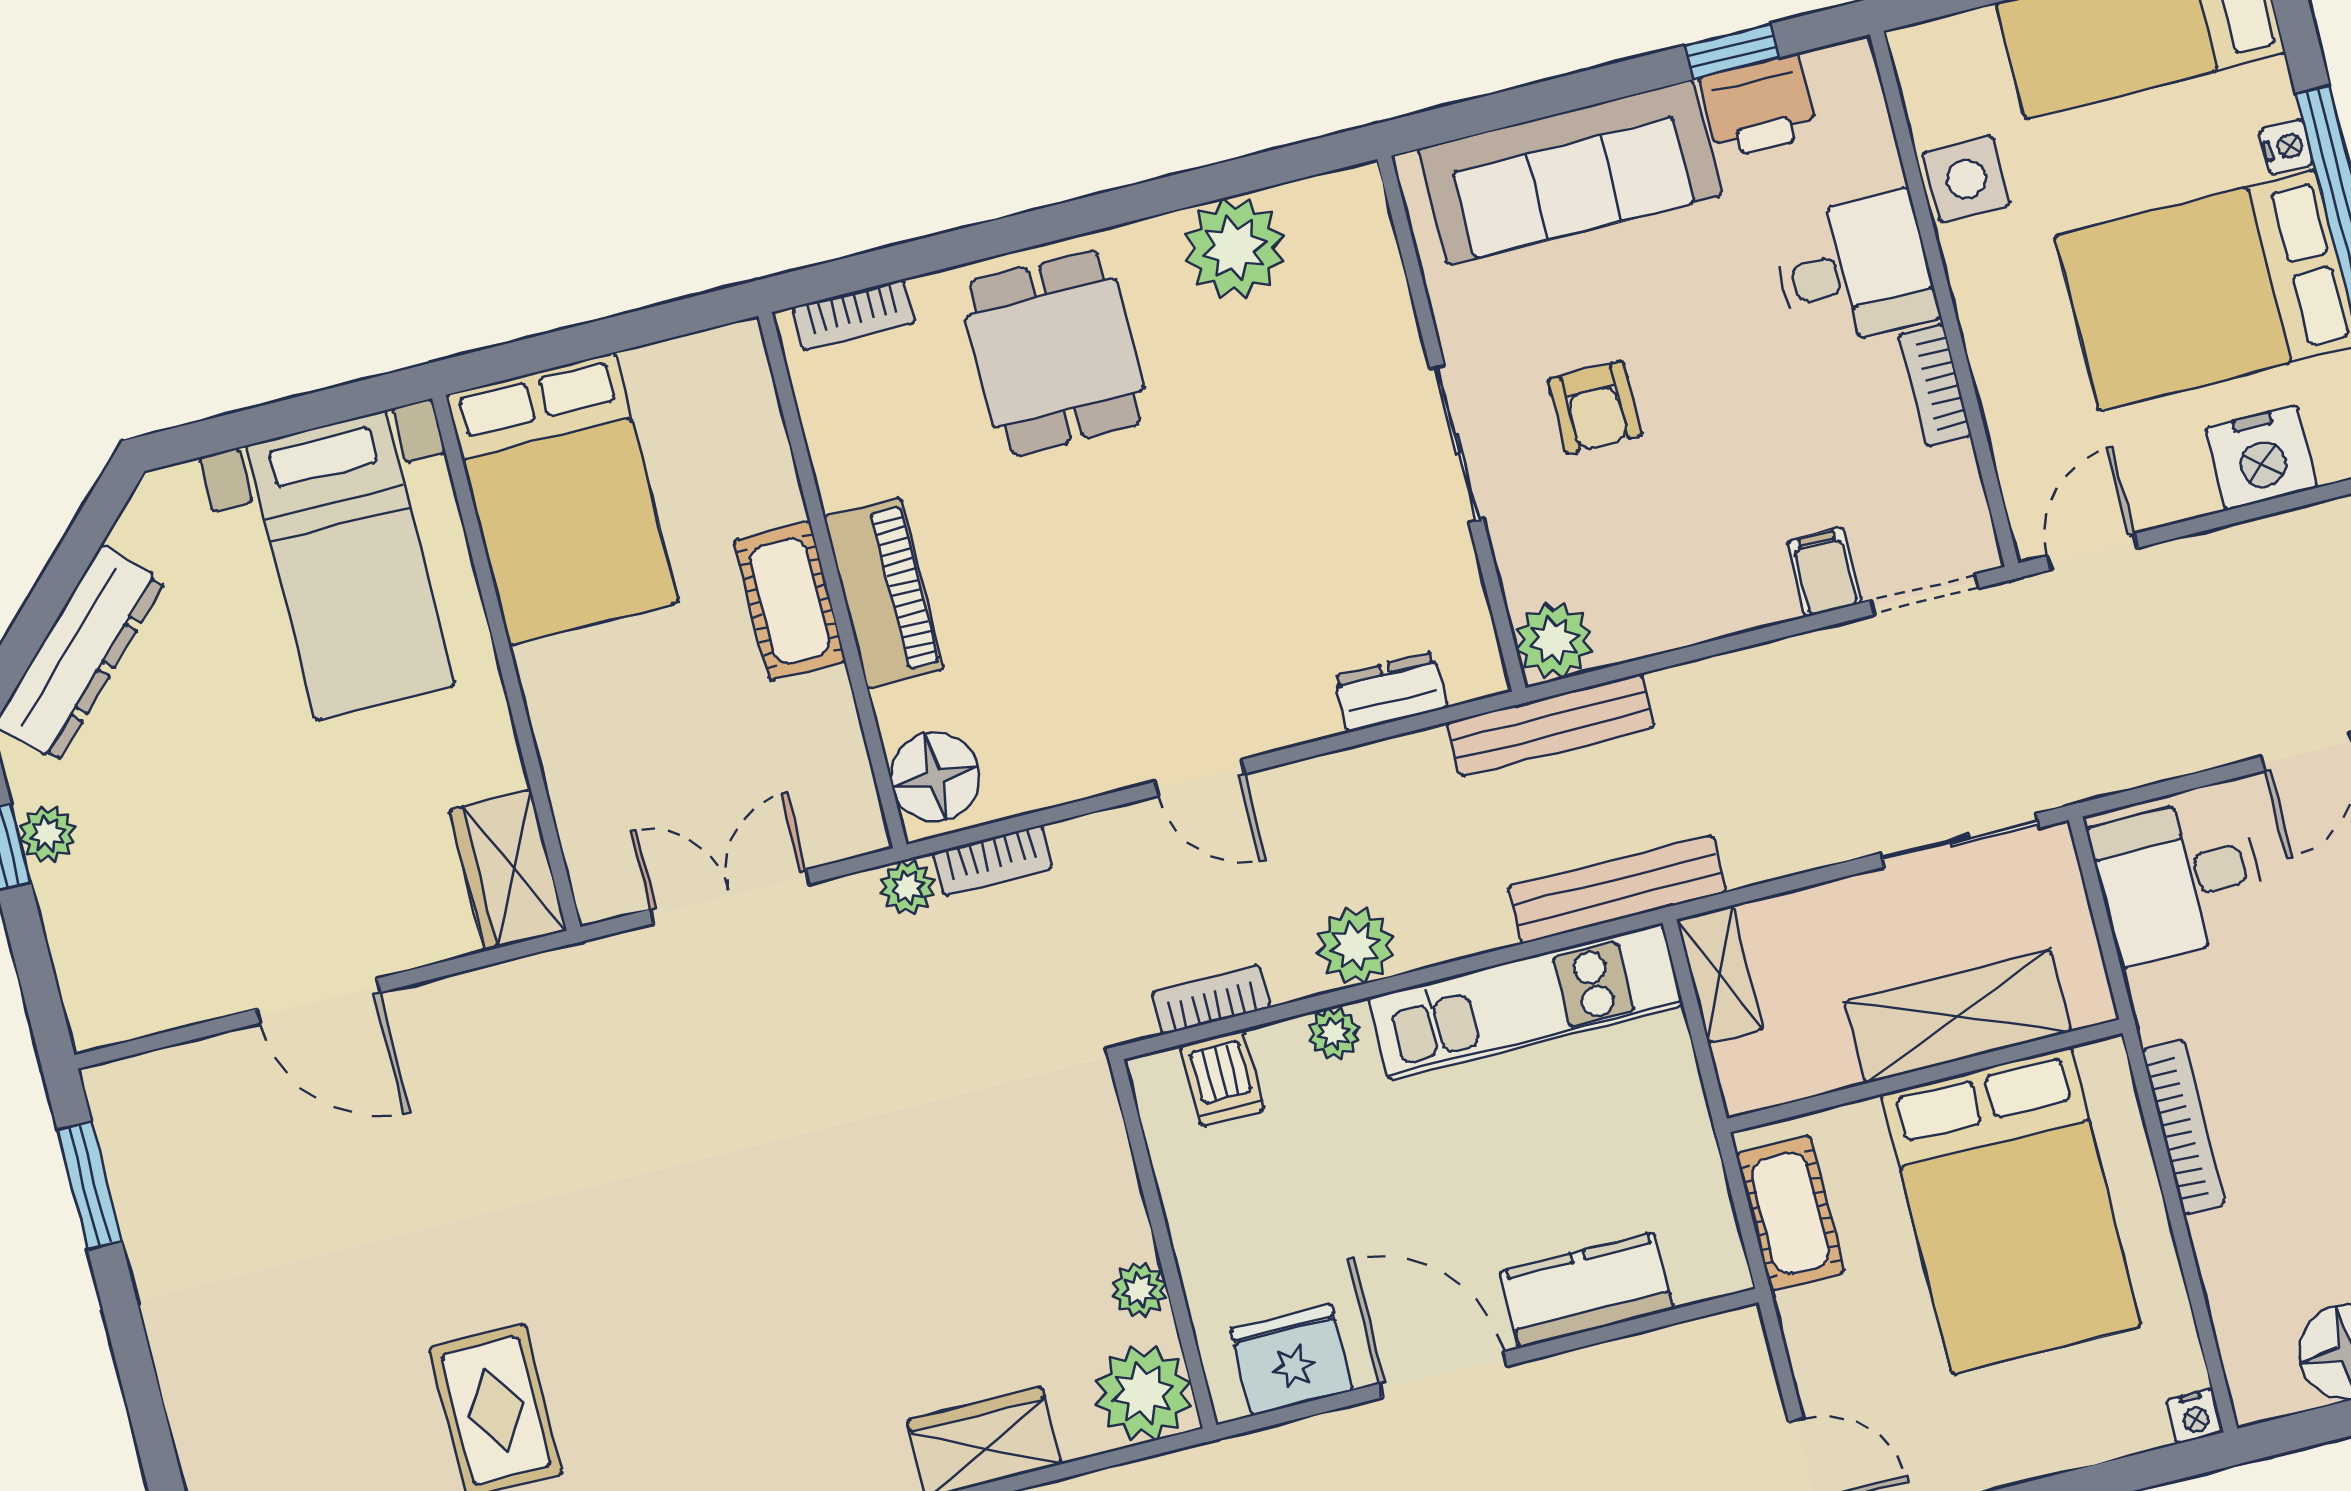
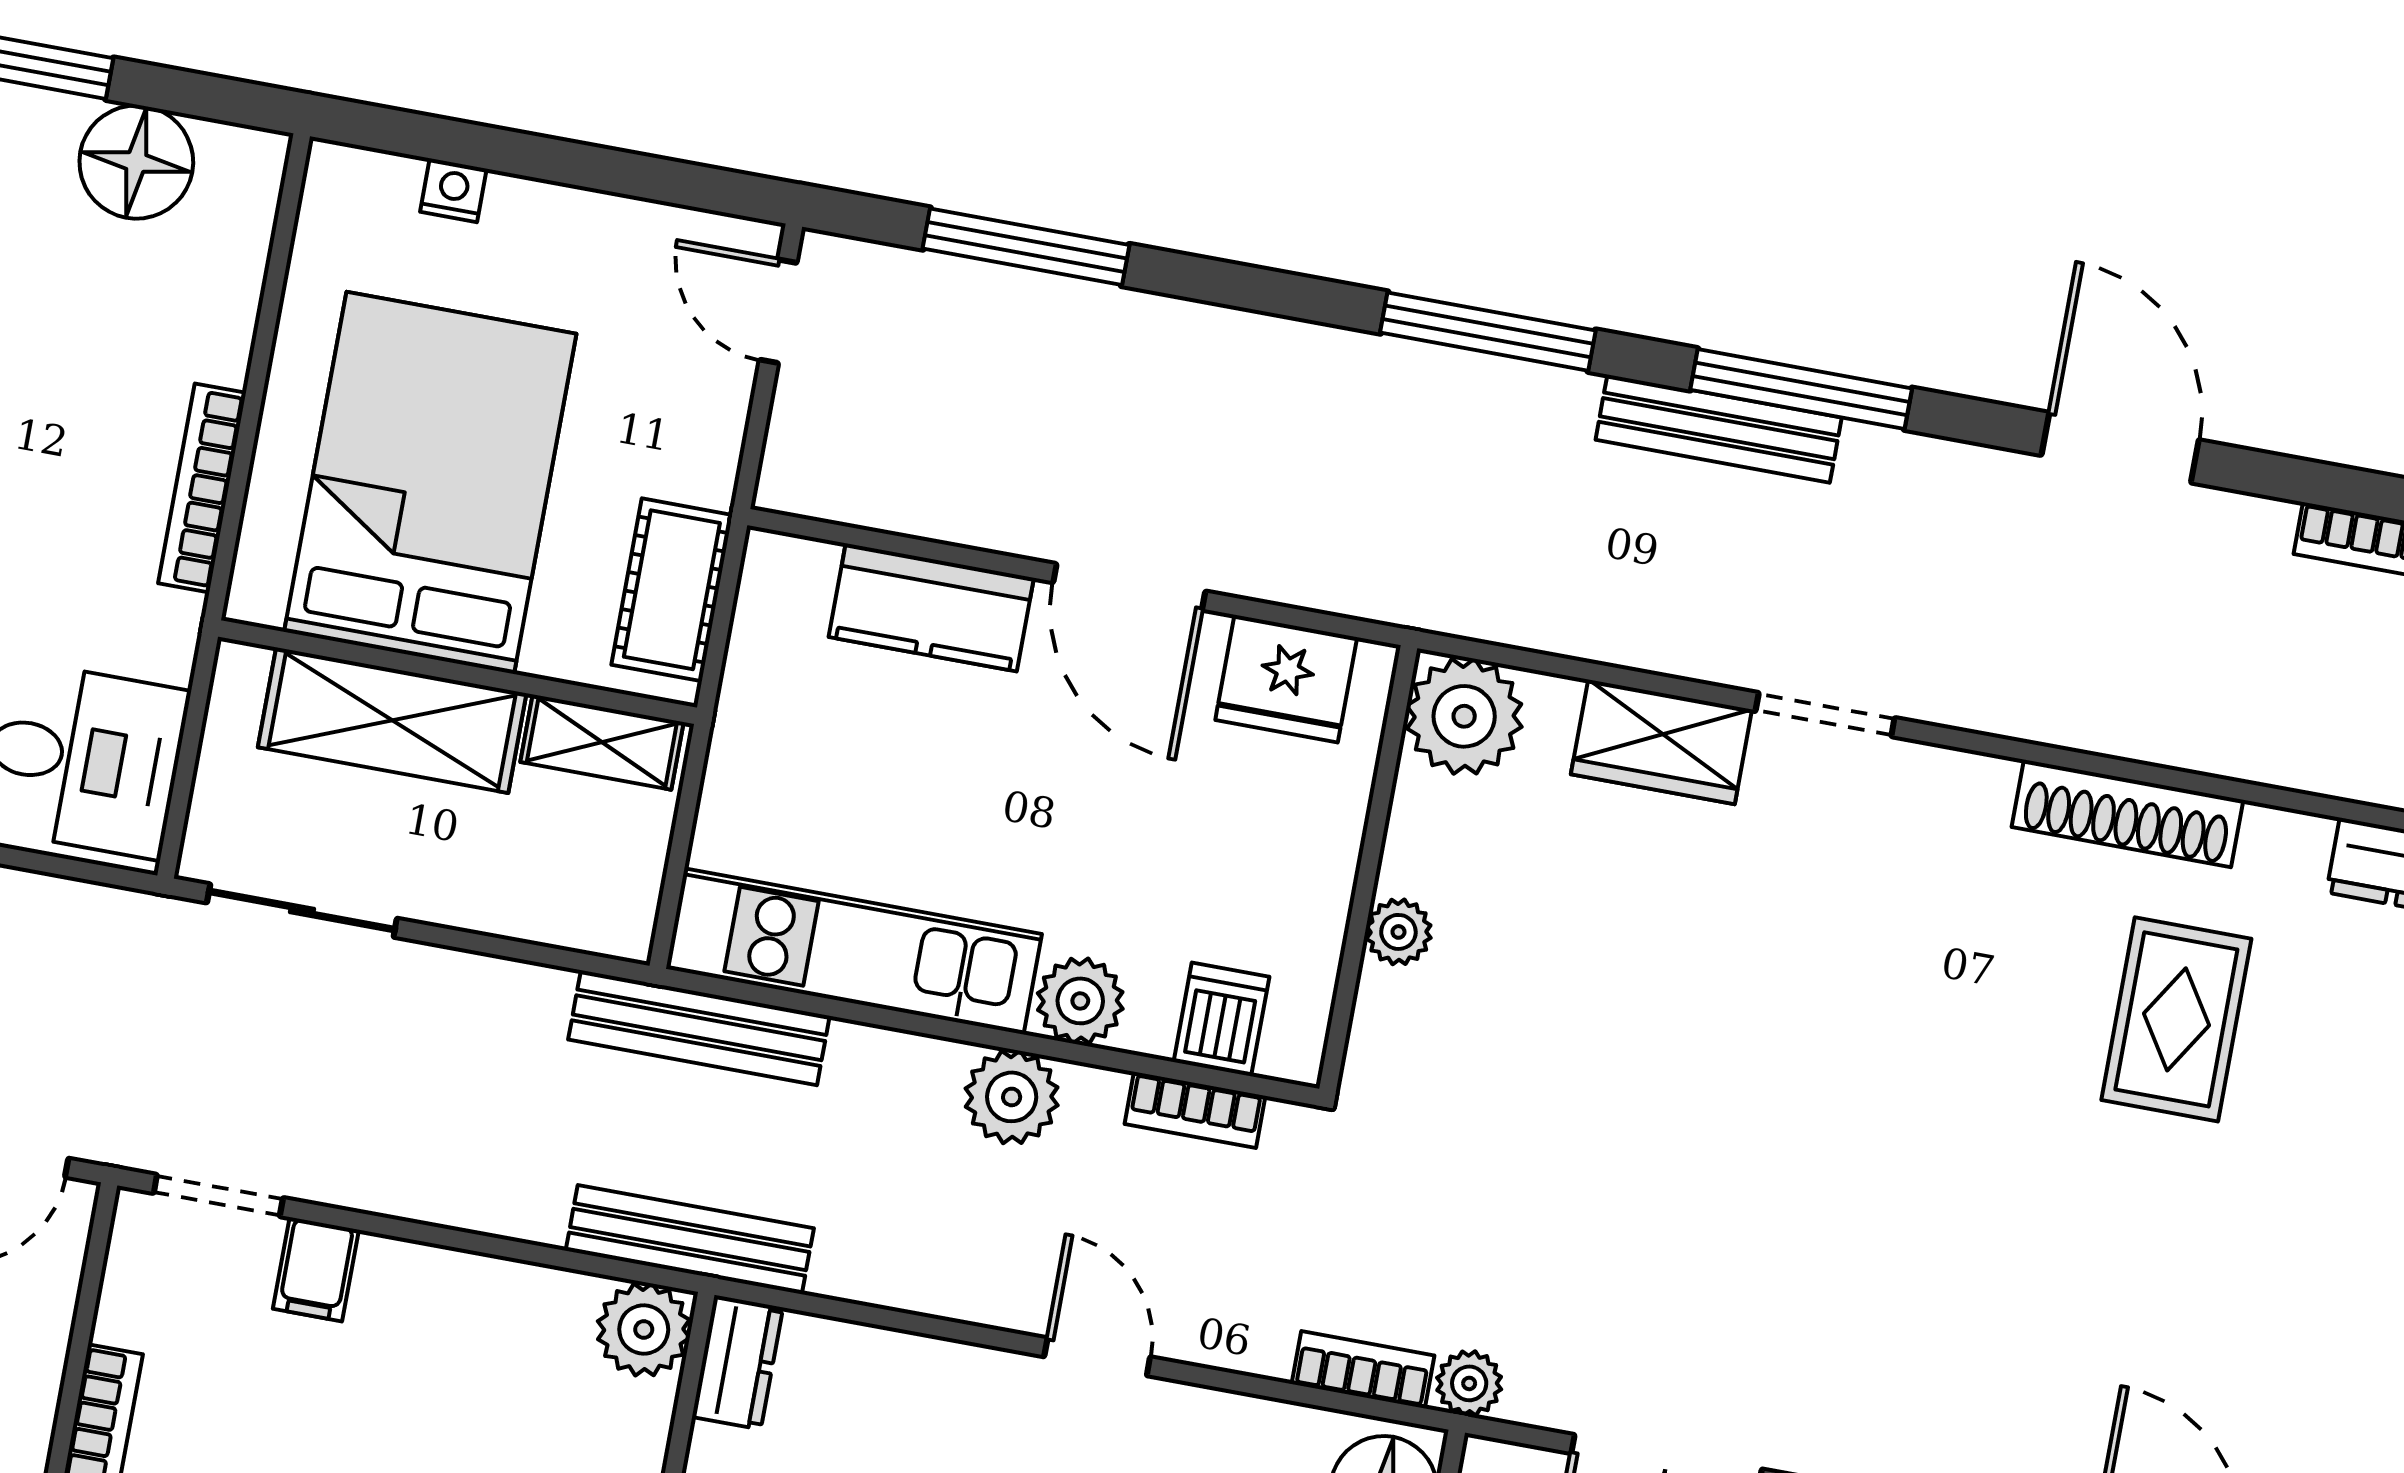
dresser: (1391, 692) -> (738, 1362), moved, turned -90
shelving: (1720, 974) -> (602, 742), moved, turned 90
plant: (1334, 1033) -> (1080, 1001), width x1.38, depth x1.38
plant: (1139, 1290) -> (1398, 932), moved
nightstand: (2195, 1416) -> (453, 190), moved

